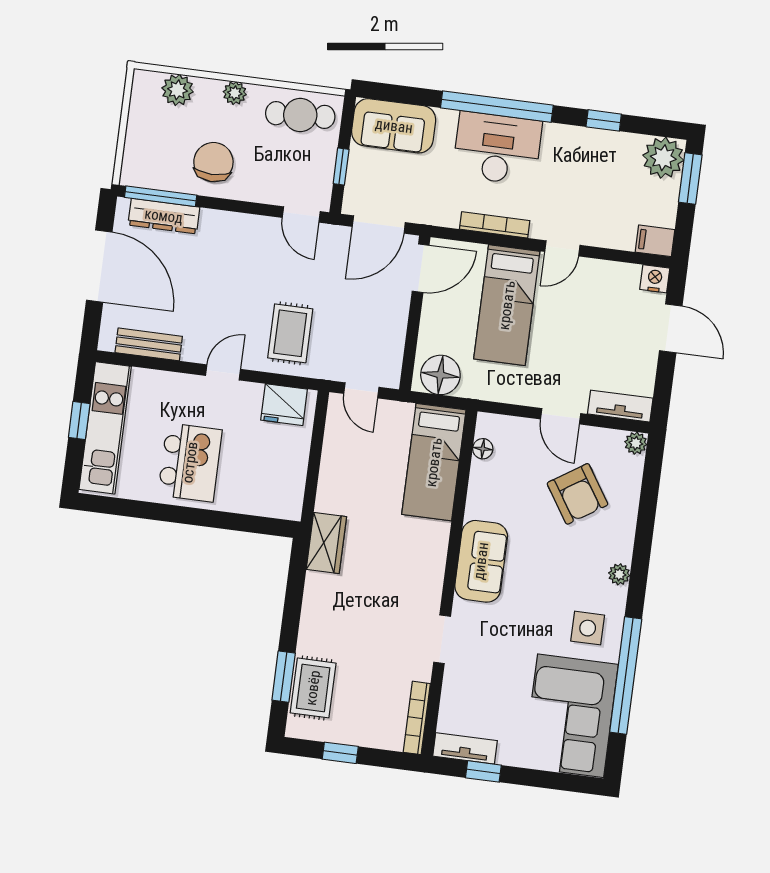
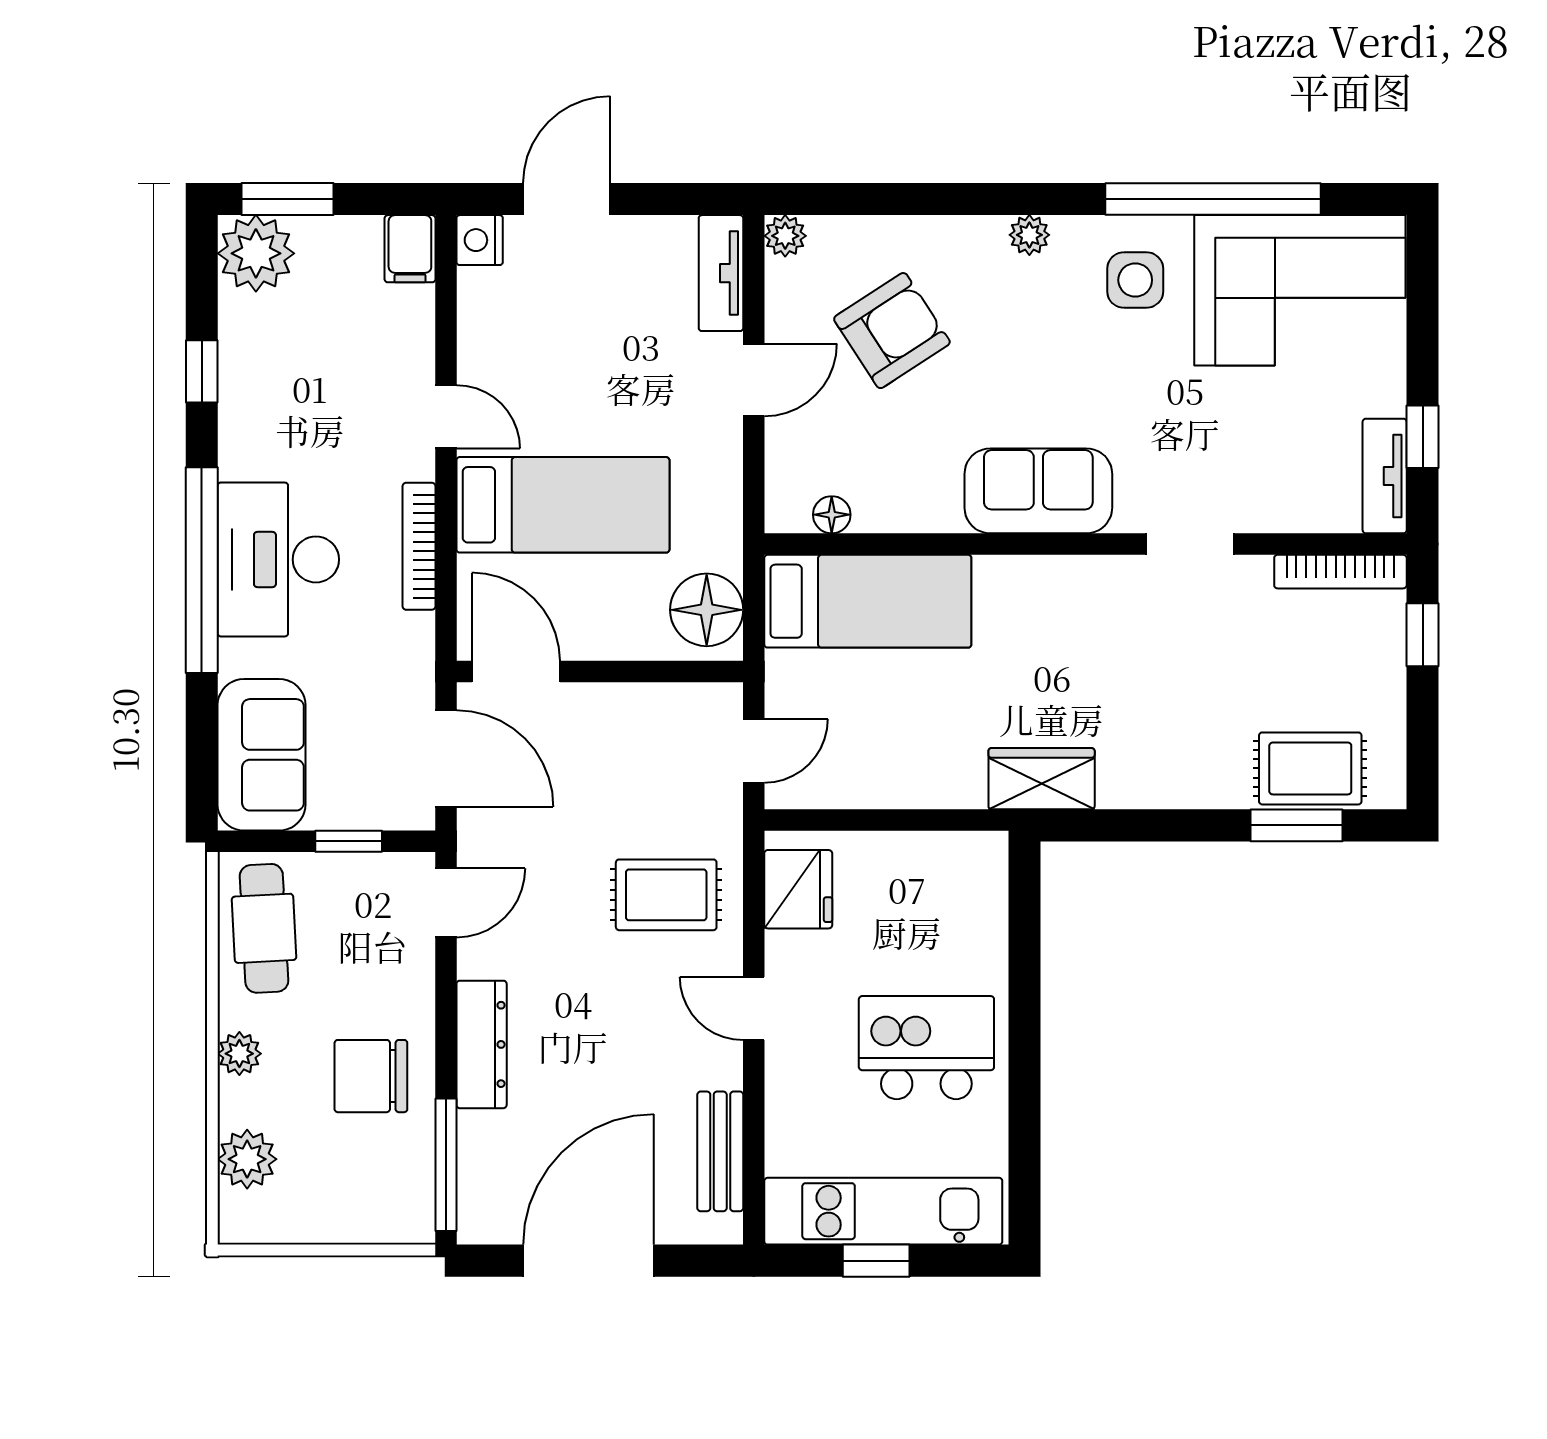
dresser: (164, 216) -> (482, 1044), moved
window: (340, 753) -> (1423, 635), moved

